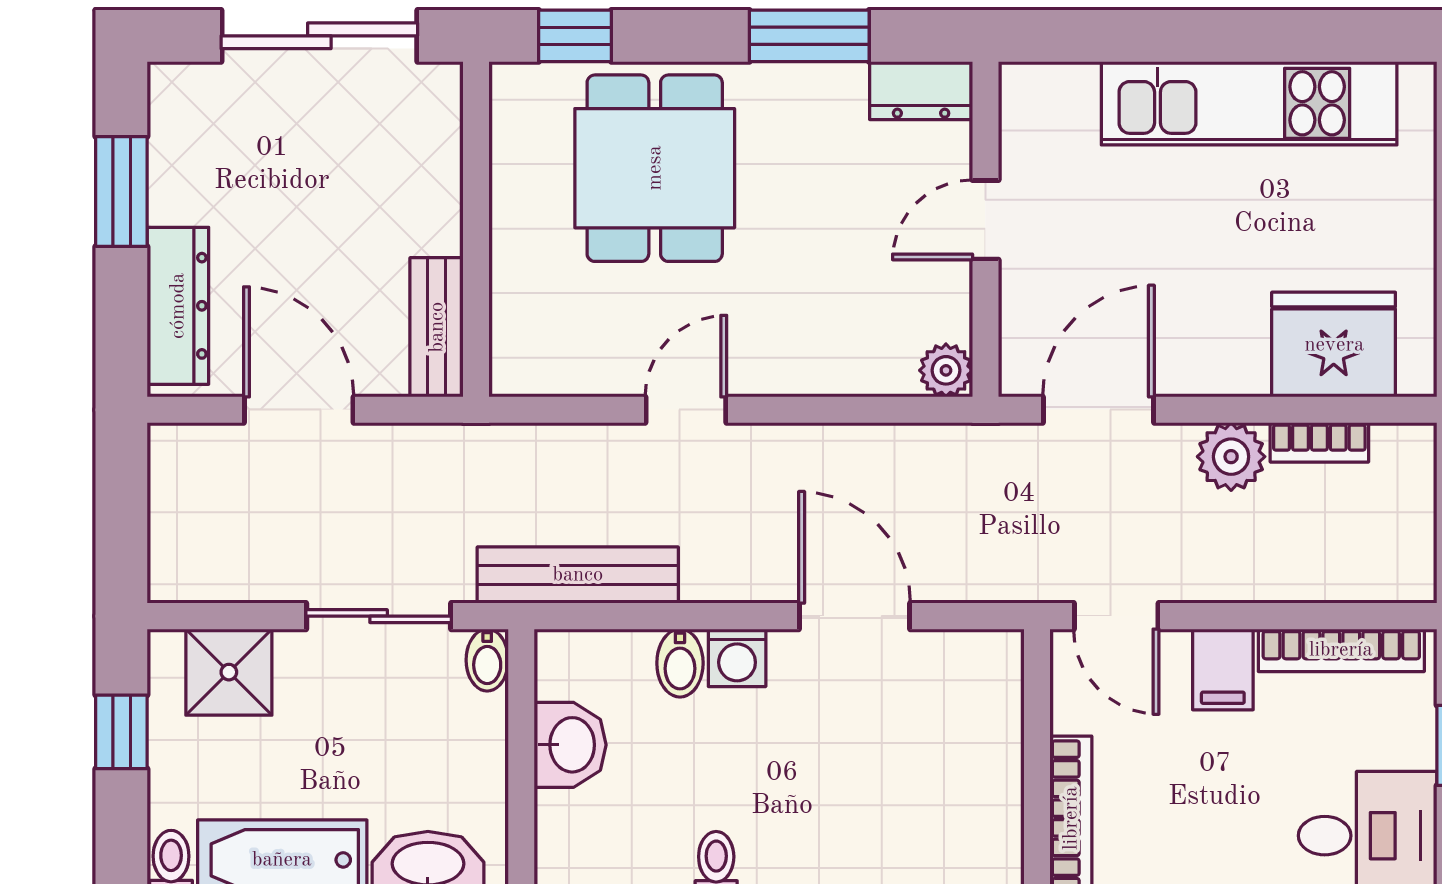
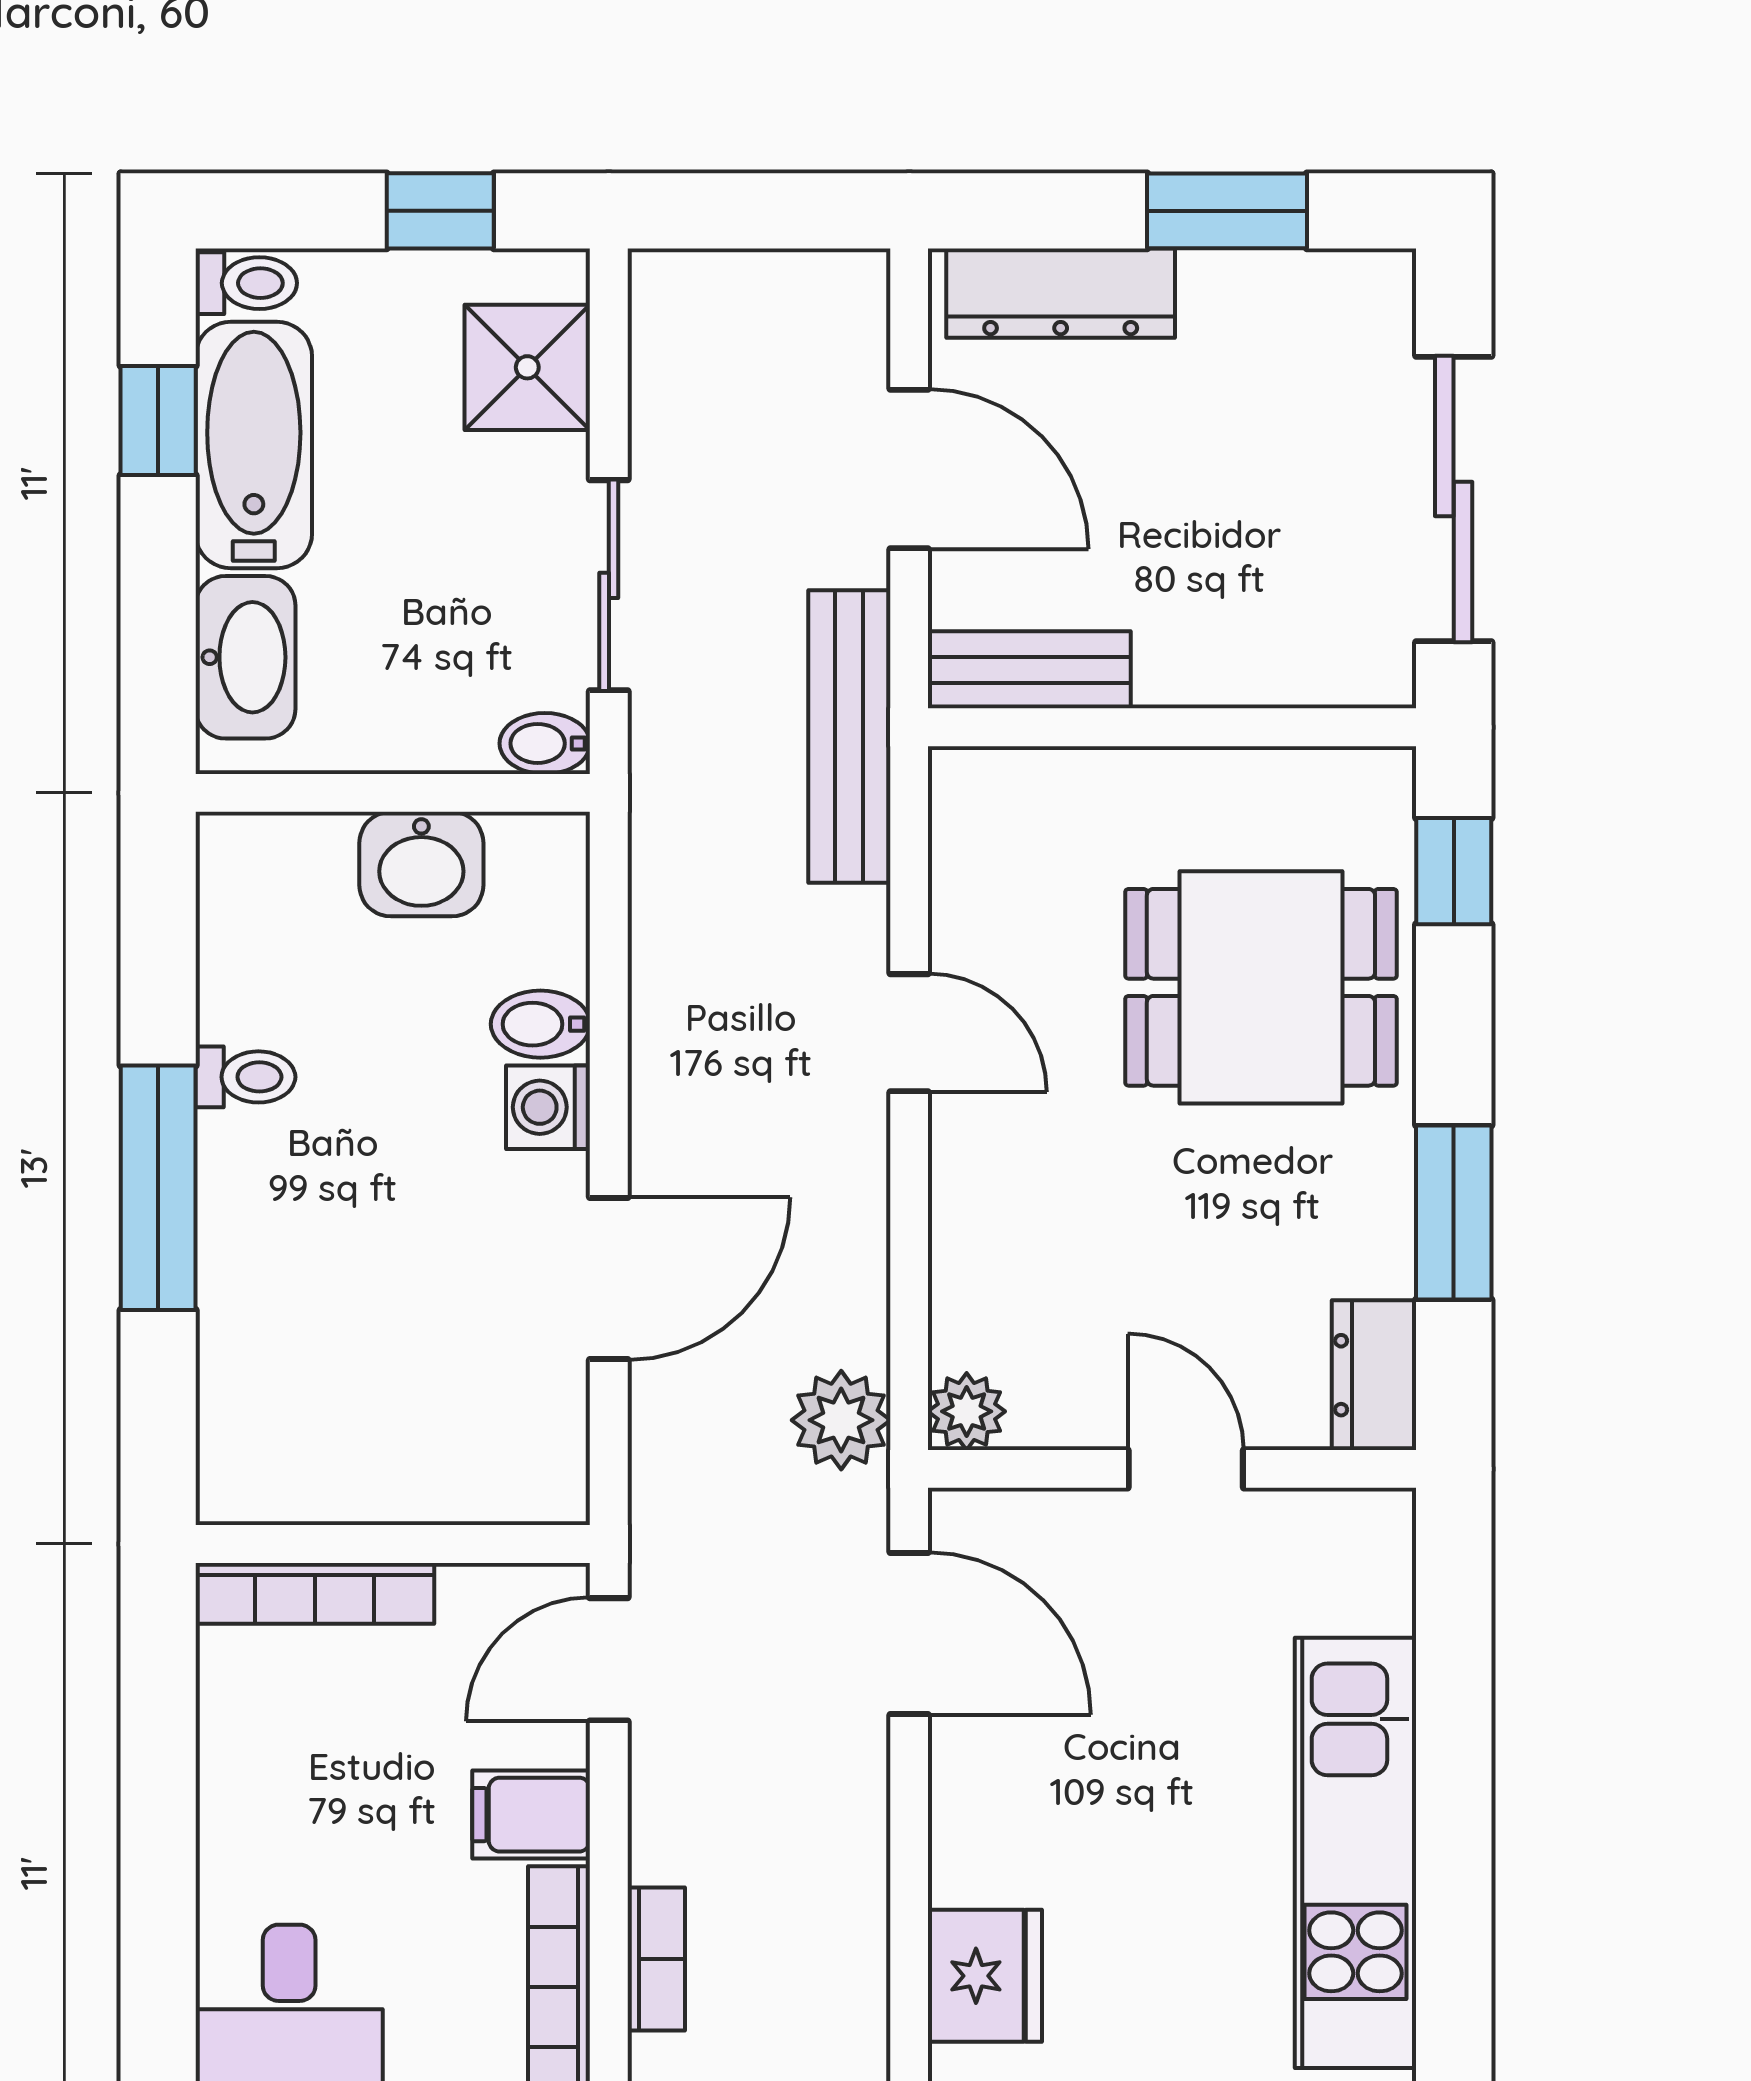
fridge: (1334, 345) -> (985, 1976), width x0.73, depth x0.75
door: (299, 410) -> (909, 469), hinge flipped
bookcase: (1319, 442) -> (656, 1959), moved, turned 180
plant: (1231, 457) -> (841, 1420), moved
bench: (578, 575) -> (849, 736), moved

